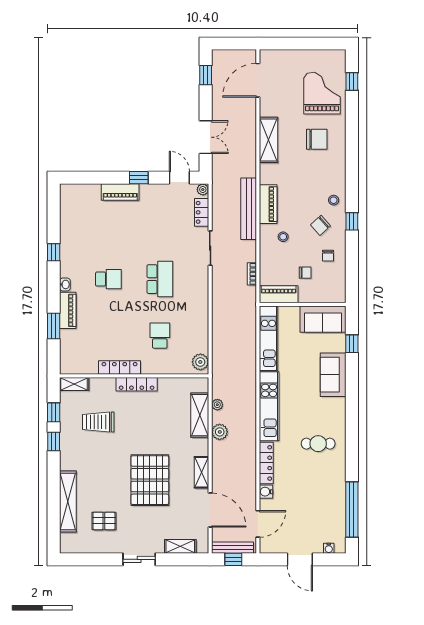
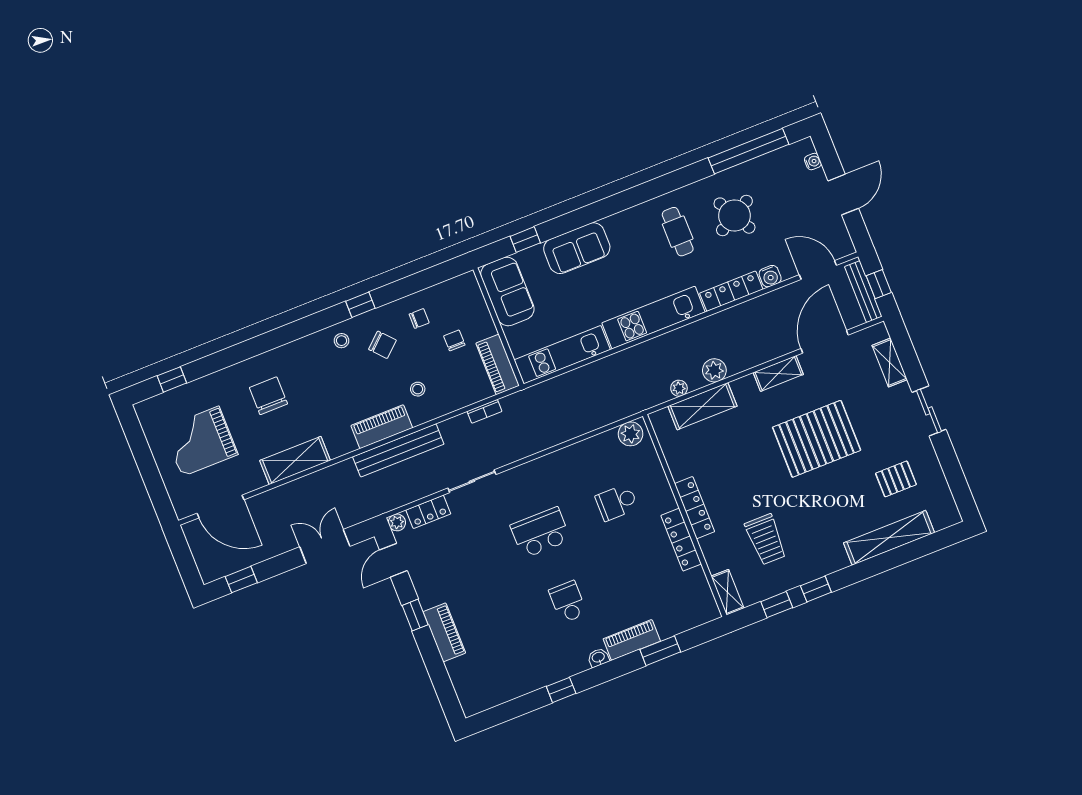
grand piano: (322, 93) -> (200, 441), moved
round table: (314, 484) -> (734, 216), added
pallet: (104, 521) -> (896, 479), turned 90

